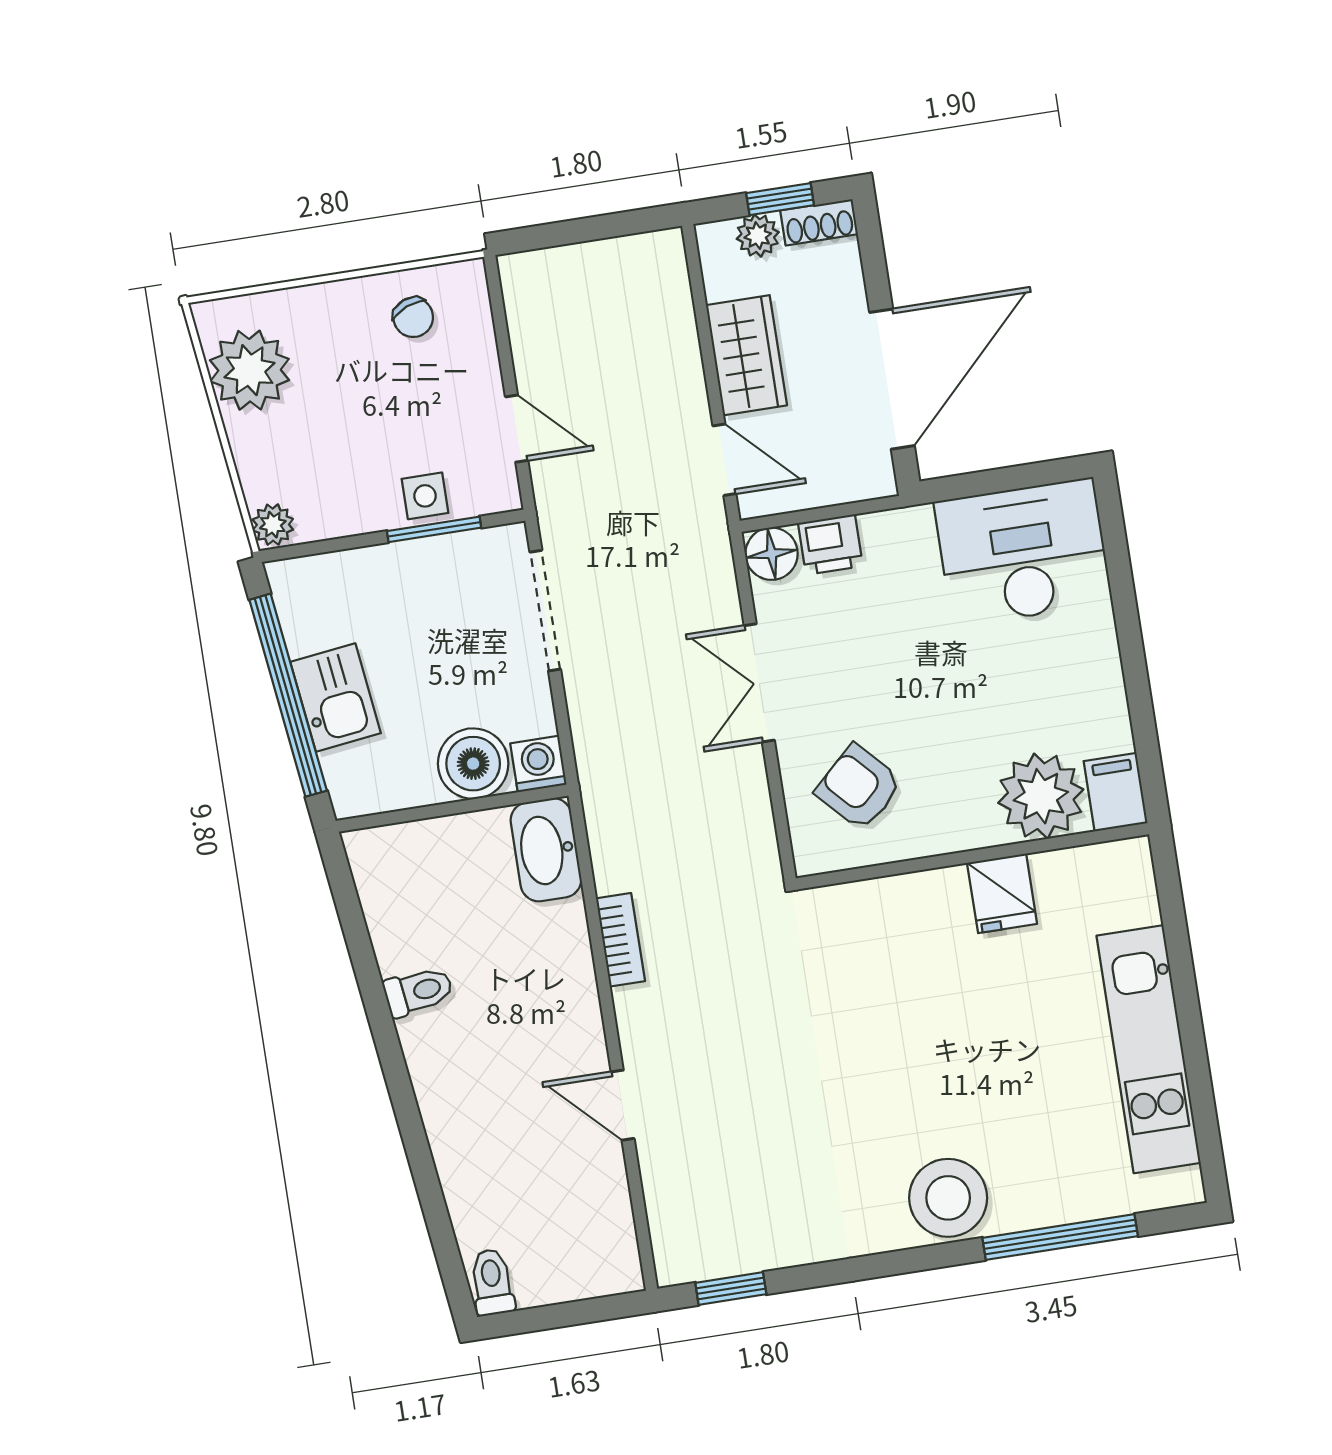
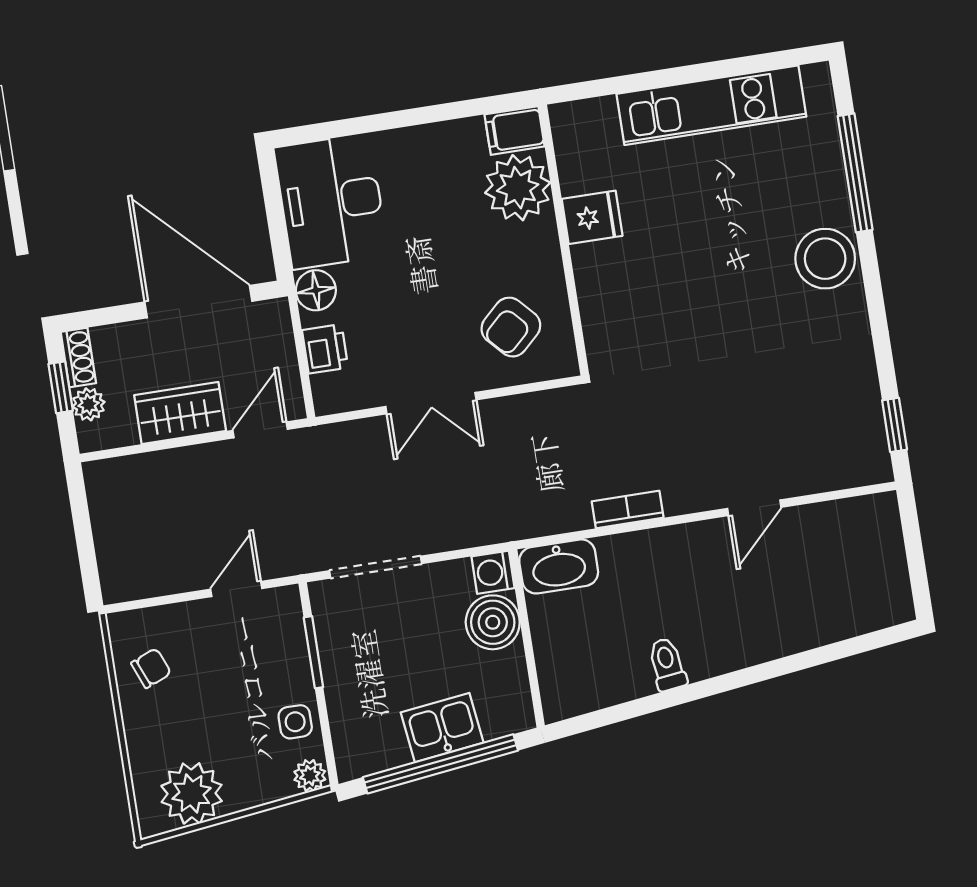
side table: (425, 496) -> (295, 722), moved
floor lamp: (772, 554) -> (316, 290), moved
toilet: (492, 1282) -> (890, 608), removed

